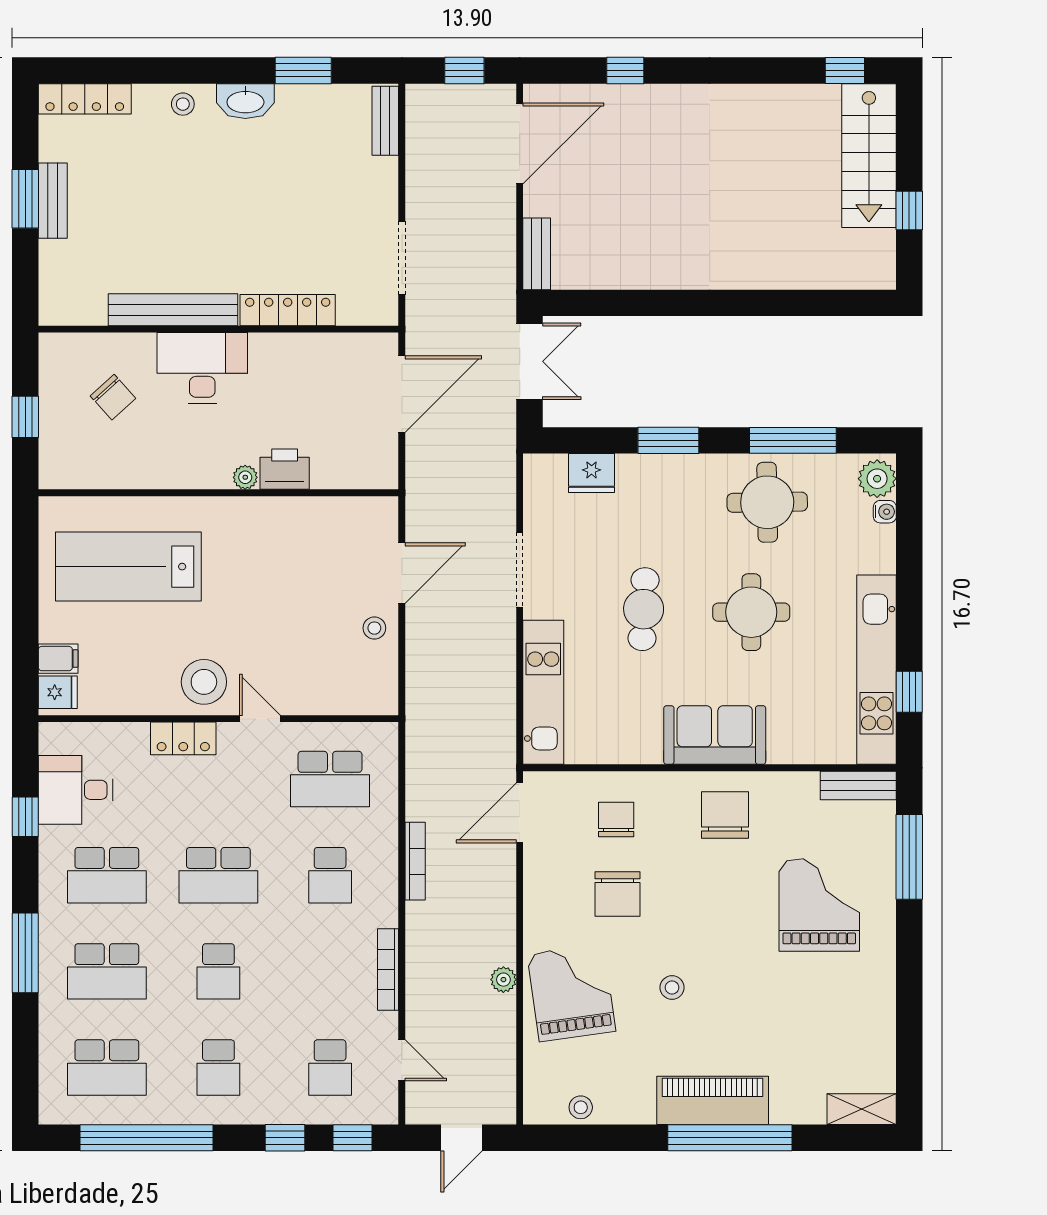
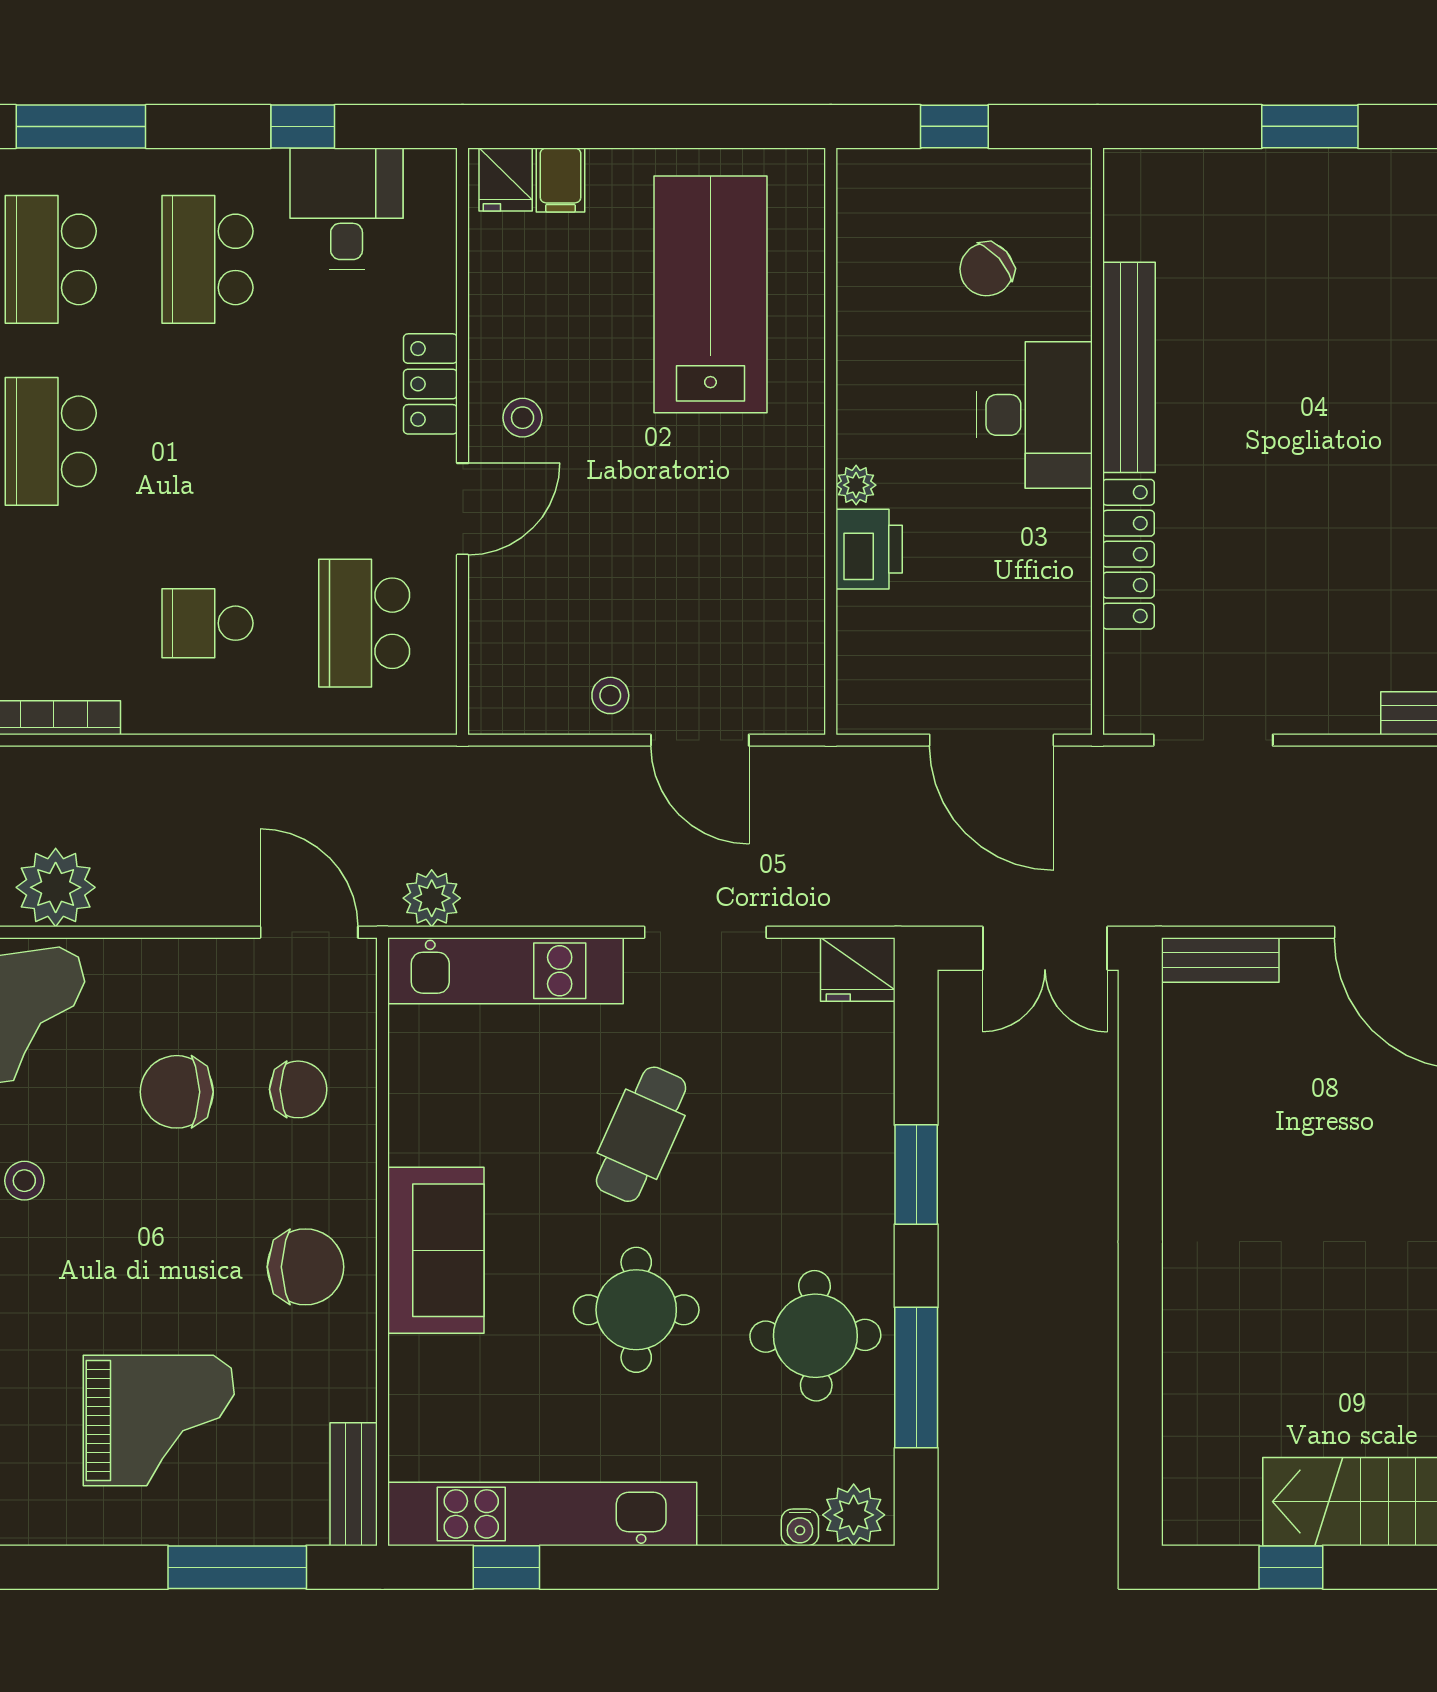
bench: (53, 201) -> (1307, 171), removed
fridge: (592, 473) -> (858, 970), moved, turned -90
cafe table: (644, 609) -> (641, 1134), turned -69
stool: (204, 682) -> (523, 418), width x0.53, depth x0.53
door: (260, 719) -> (463, 509), width x1.38
plant: (499, 738) -> (432, 898), added
bookcase: (415, 861) -> (230, 762), removed
school desk: (218, 875) -> (207, 441), removed
school desk: (218, 971) -> (51, 441), width x1.85
plant: (503, 980) -> (56, 887), width x1.87, depth x1.87

